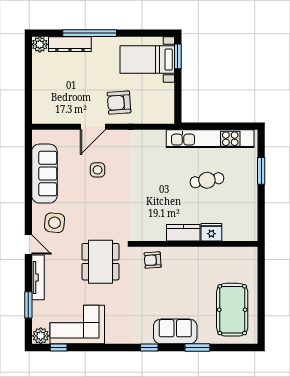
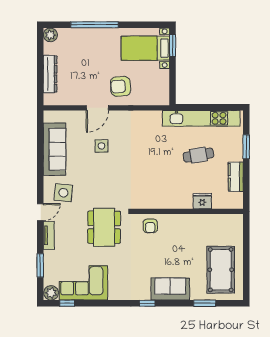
dresser: (70, 44) -> (50, 74), moved, turned -90
kitchen counter: (183, 233) -> (236, 177), moved, turned -90
door: (28, 245) -> (40, 212), hinge flipped
armchair: (153, 260) -> (150, 226), turned -86
tv unit: (38, 277) -> (49, 235), width x0.71
window: (197, 348) -> (205, 303), moved

